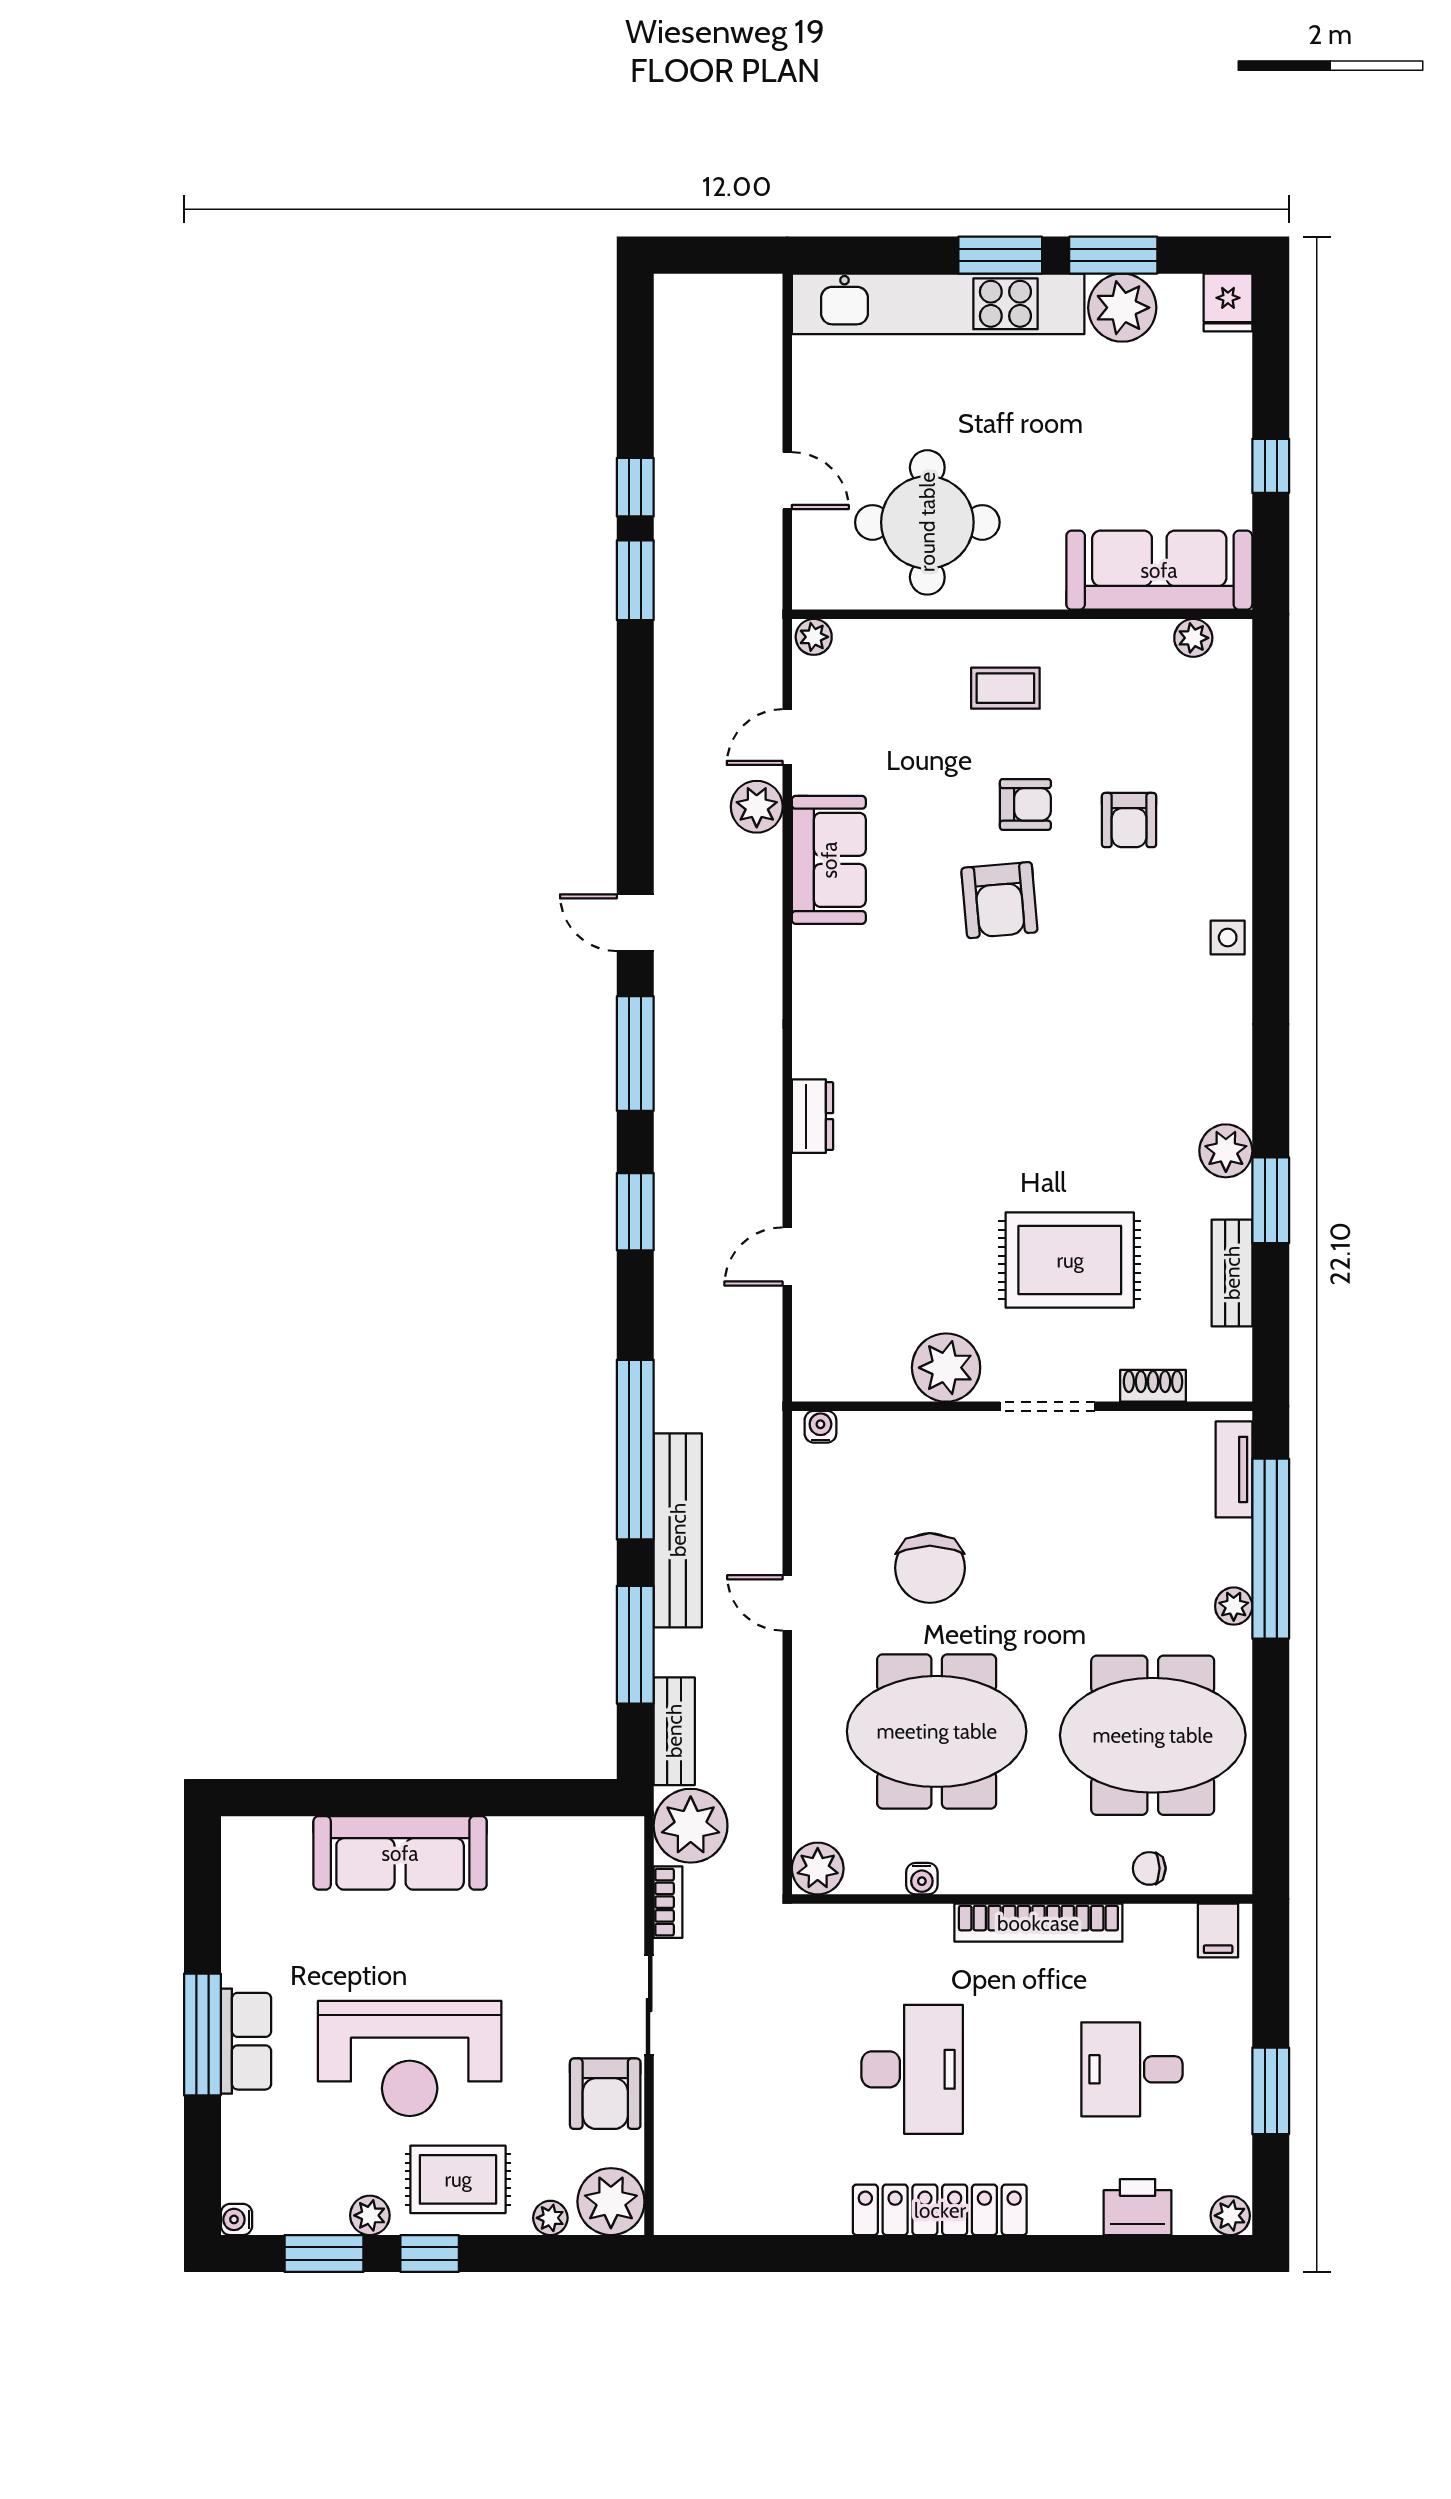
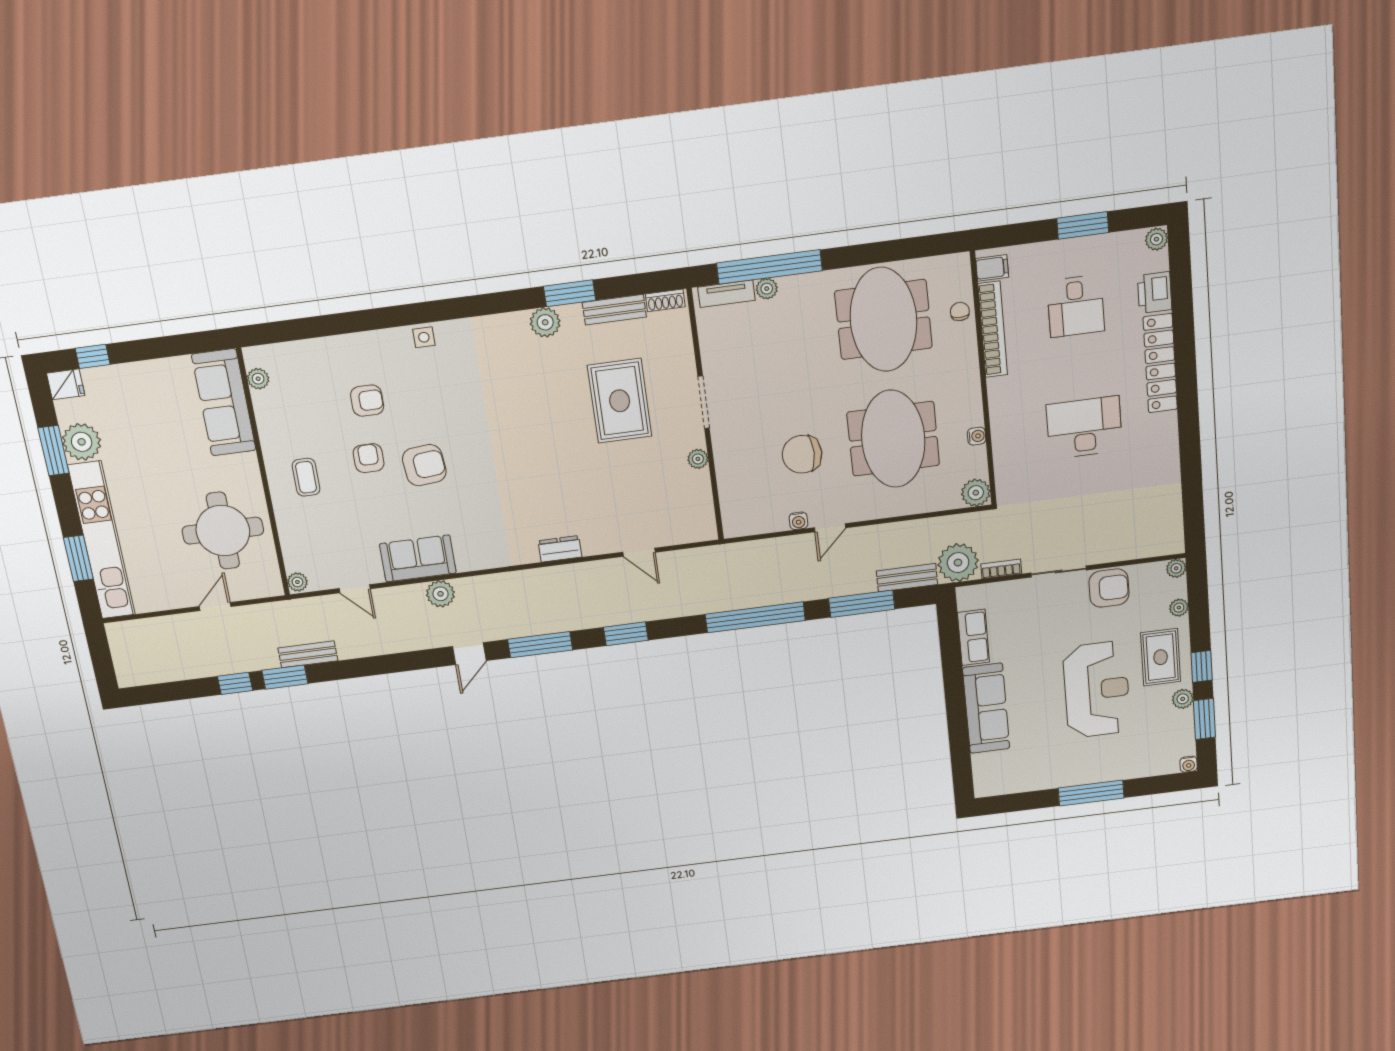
window: (1000, 255) -> (78, 558), moved
window: (1271, 466) -> (93, 356), moved
plant: (757, 807) -> (440, 594), moved
plant: (946, 1368) -> (698, 459), width x0.53, depth x0.53
shoe rack: (1153, 1386) -> (665, 300), moved, turned -90
water cooler: (820, 1427) -> (798, 521), moved, turned -90
bench: (678, 1530) -> (308, 654), moved, width x0.54, depth x0.82
chair: (930, 1568) -> (802, 454), turned 180
plant: (1234, 1606) -> (767, 289), moved
chair: (1149, 1868) -> (960, 311), turned 180
bookcase: (1038, 1923) -> (993, 329), moved
row of seats: (246, 2041) -> (973, 637), moved, turned 90
plant: (611, 2202) -> (1176, 568), width x0.53, depth x0.53
locker: (940, 2210) -> (1160, 363), moved

